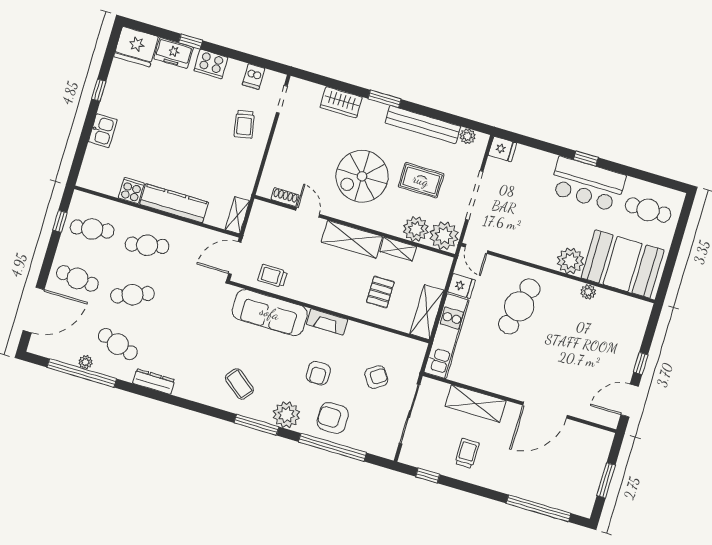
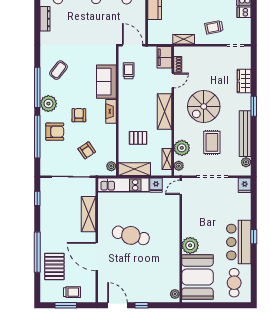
dishwasher: (254, 76) -> (244, 12), moved
spiral stairs: (362, 176) -> (204, 106), turned -90
shelving: (237, 215) -> (184, 39), moved
filing cabinet: (268, 215) -> (164, 57), added
plant: (444, 236) -> (179, 166), width x0.53, depth x0.53
shelving: (398, 249) -> (167, 159), moved
plant: (588, 292) -> (175, 294), moved
cafe table: (519, 306) -> (131, 235), moved
sofa: (270, 313) -> (106, 82), width x0.73
plant: (412, 346) -> (111, 166), added
armchair: (318, 373) -> (79, 115), turned 90
armchair: (333, 418) -> (55, 132), turned 90
window: (256, 425) -> (37, 87), width x1.46
trolley: (467, 453) -> (72, 292), moved
pallet: (541, 480) -> (54, 266), added
window: (539, 508) -> (37, 252), moved

